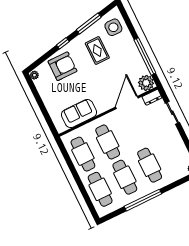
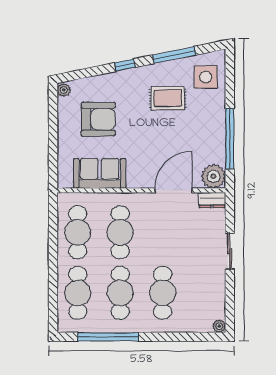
rug: (97, 50) -> (168, 98), turned 90
armchair: (62, 66) -> (98, 119), moved
sliding door: (172, 113) -> (230, 251), moved
window: (143, 200) -> (108, 337), moved

